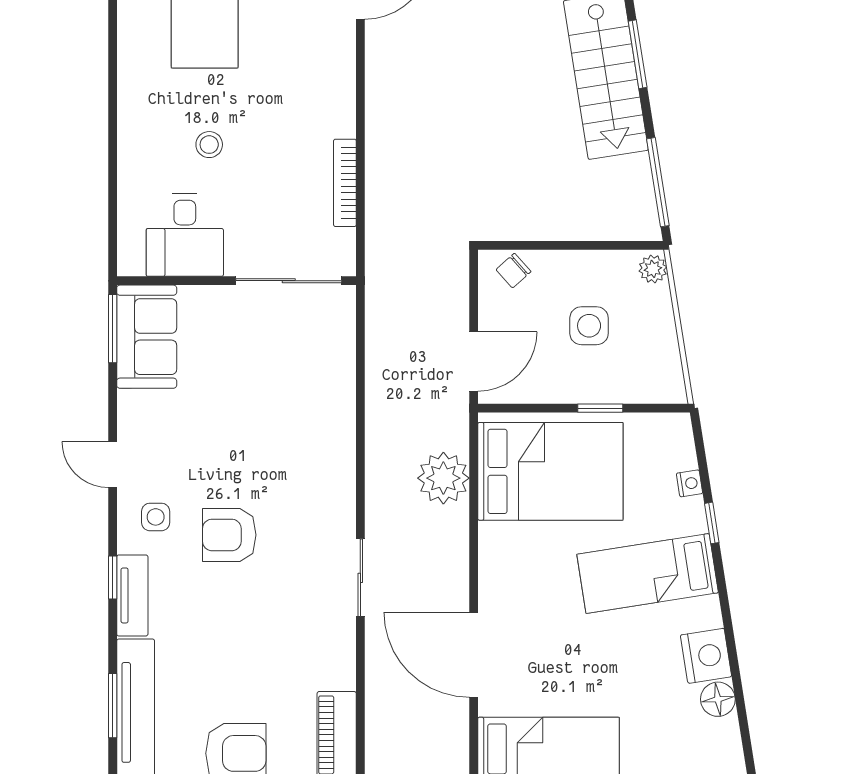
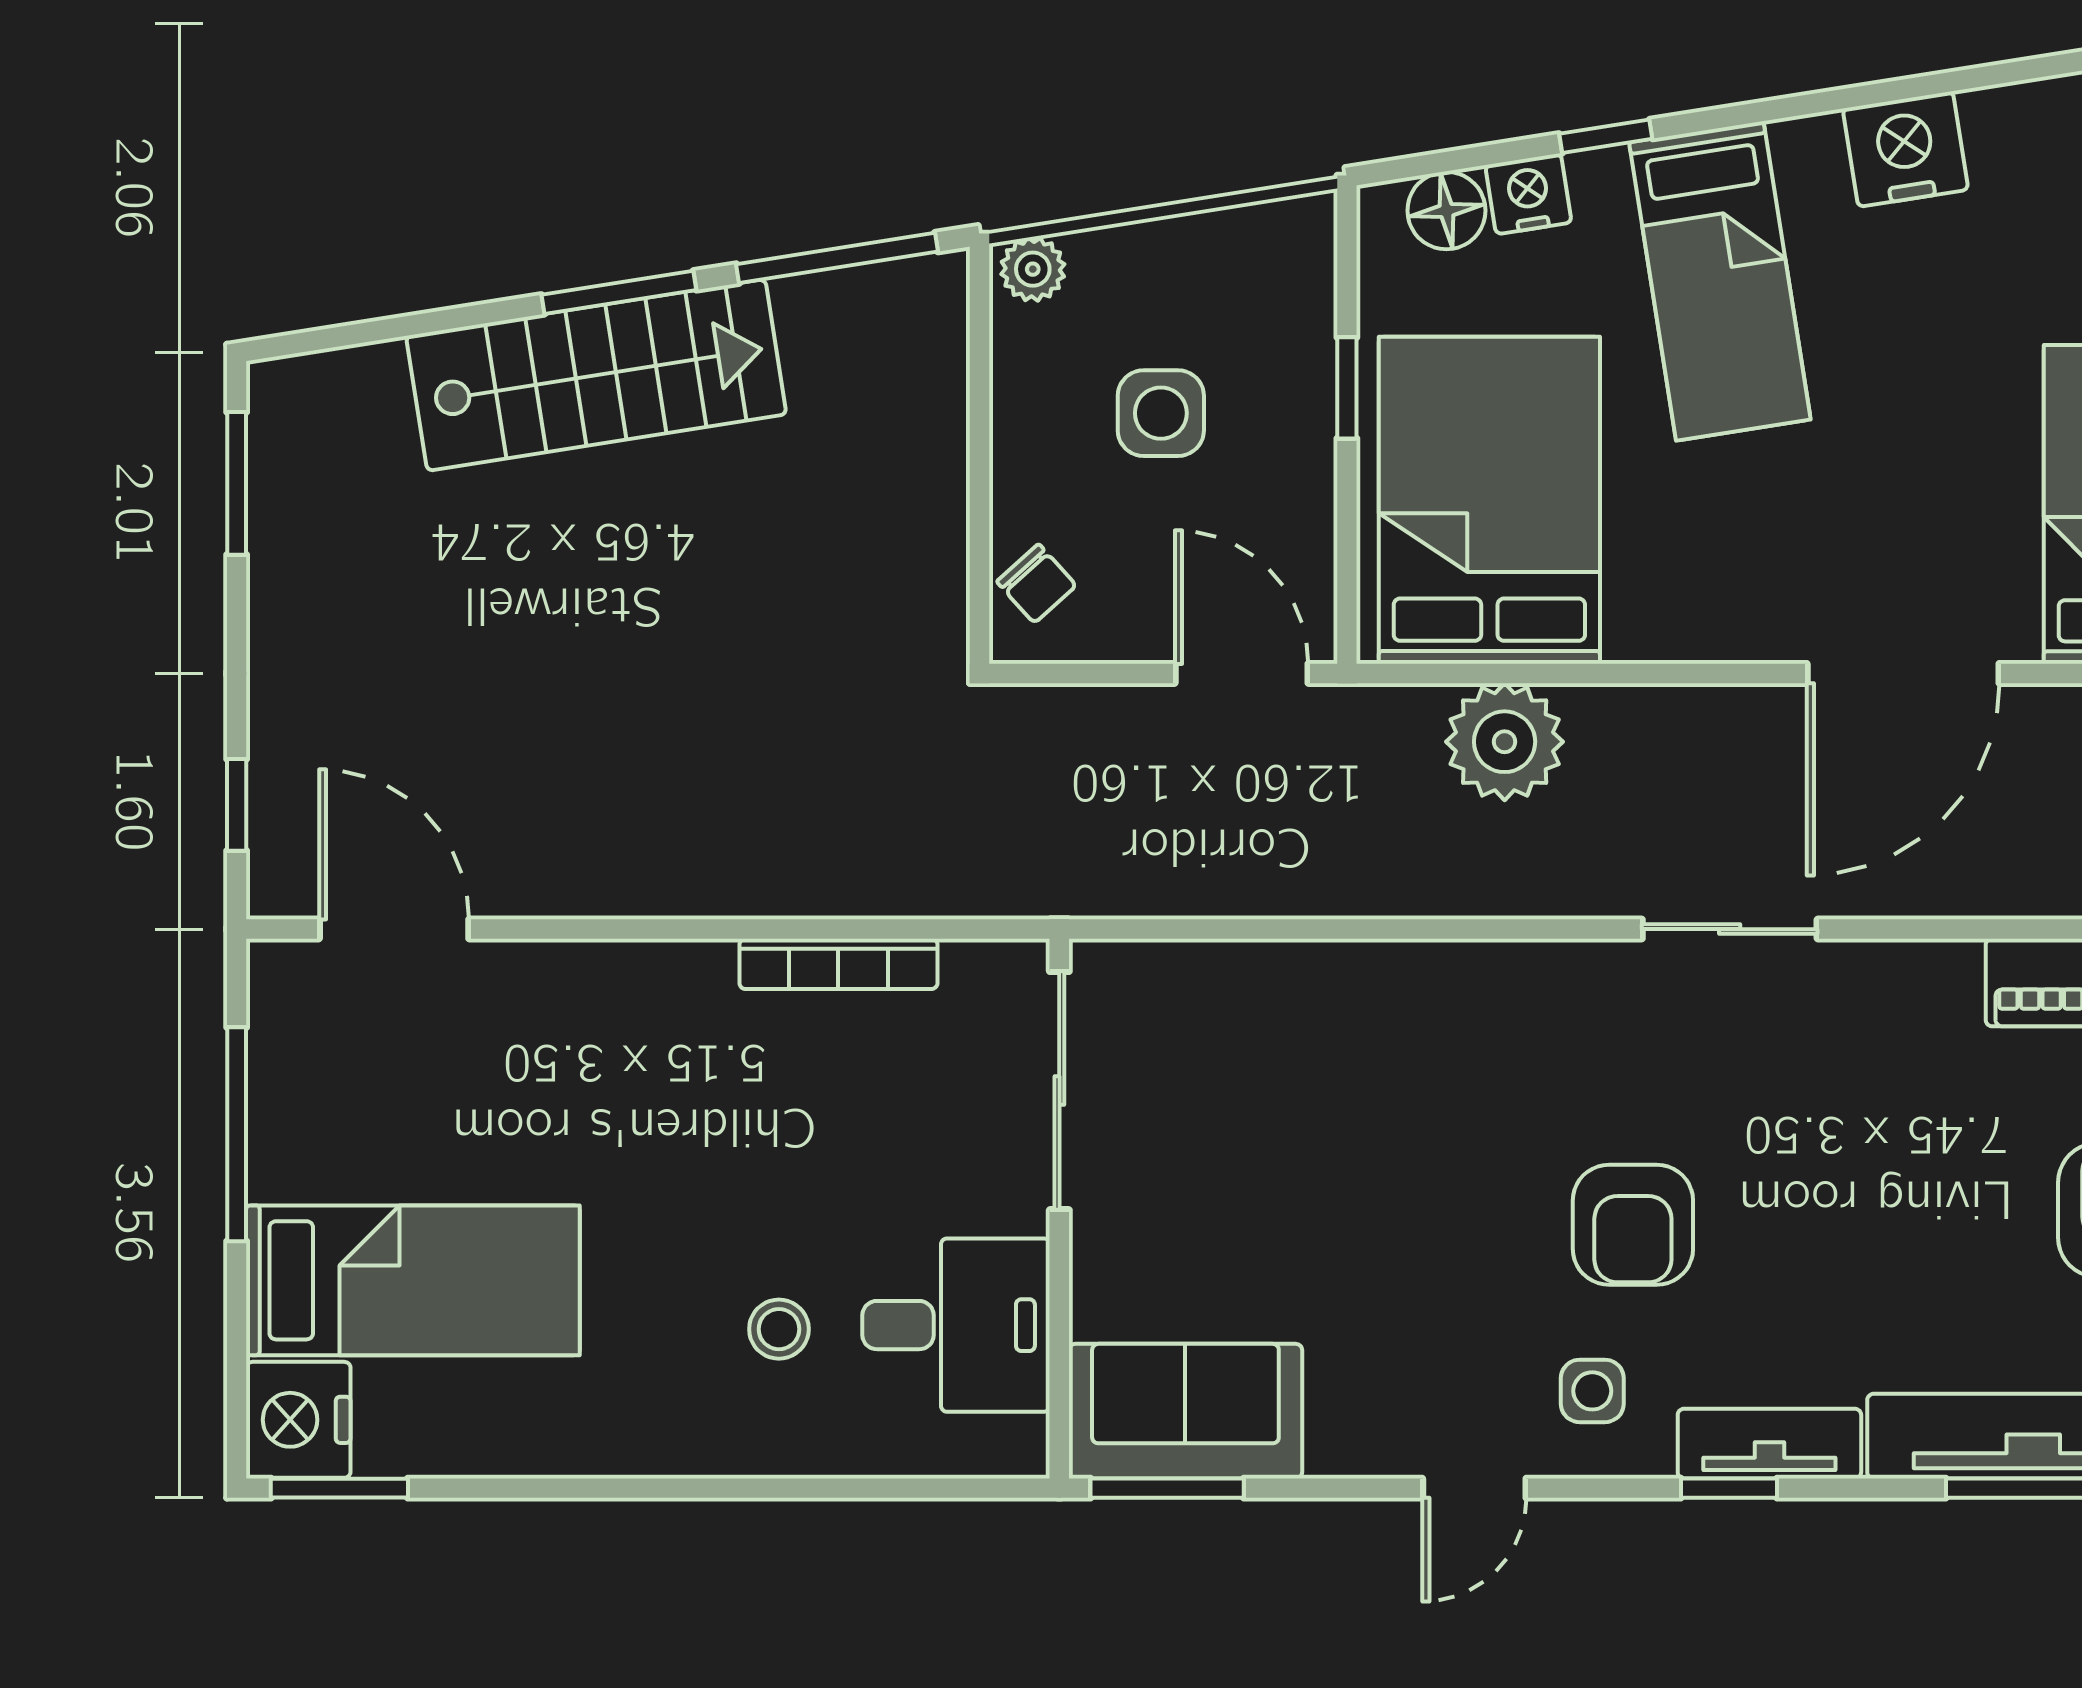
window: (638, 54) -> (619, 292), moved
stool: (209, 145) -> (779, 1329), moved
nightstand: (690, 483) -> (1528, 194), width x1.39, depth x1.35
floor lamp: (718, 699) -> (1446, 211), moved

